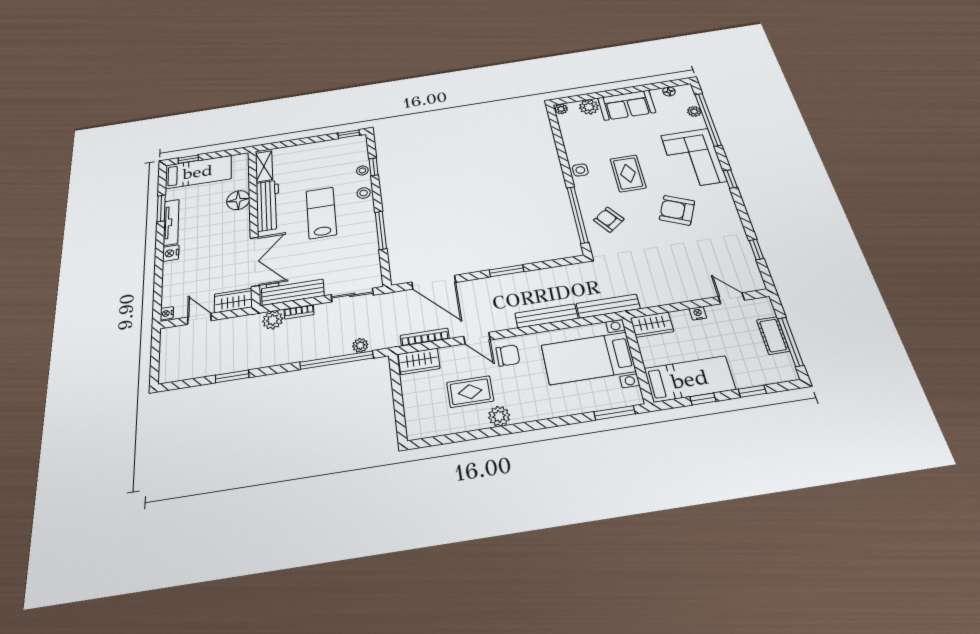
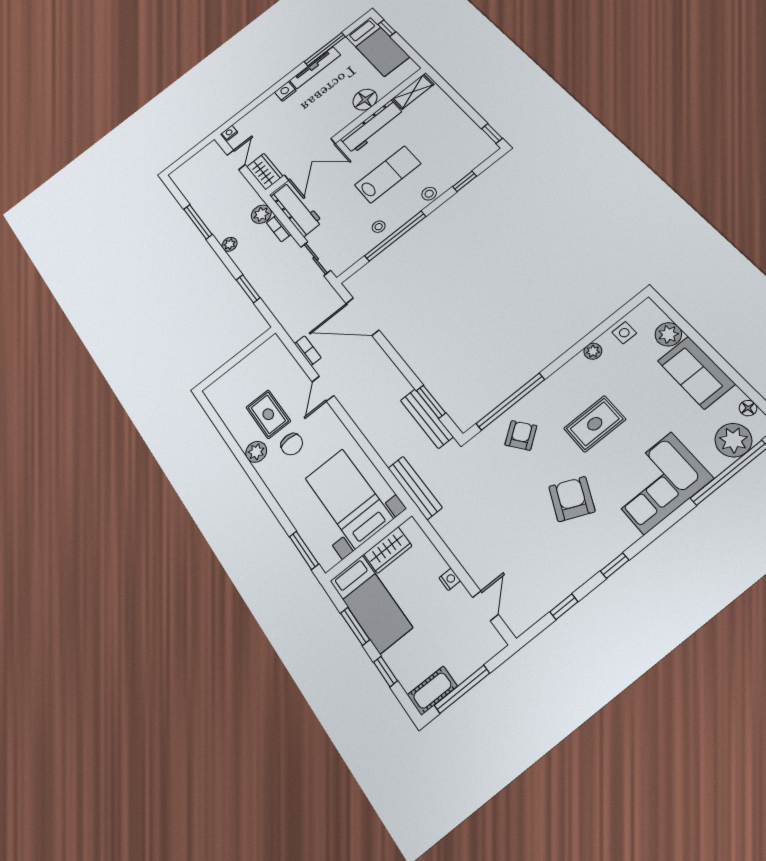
plant: (561, 109) -> (593, 351), moved
plant: (694, 111) -> (733, 440), width x1.88, depth x1.88
stool: (362, 170) -> (379, 227), moved
side table: (580, 170) -> (624, 333), moved
window: (730, 179) -> (615, 566), moved
window: (161, 208) -> (325, 49), width x1.44
window: (381, 230) -> (395, 236), width x1.46
window: (506, 271) -> (431, 402), moved
door: (434, 282) -> (363, 317), hinge flipped
bench: (546, 316) -> (427, 418), moved
wardrobe: (652, 325) -> (388, 550), moved, turned -90
cot: (773, 336) -> (432, 691), moved
bookcase: (425, 337) -> (308, 351), width x0.64
plant: (360, 345) -> (230, 244), moved
chair: (508, 355) -> (292, 444), moved
window: (337, 360) -> (248, 289), width x0.47
wardrobe: (419, 361) -> (277, 355), removed
window: (232, 376) -> (198, 222), width x1.44
window: (703, 399) -> (355, 626), width x1.50

